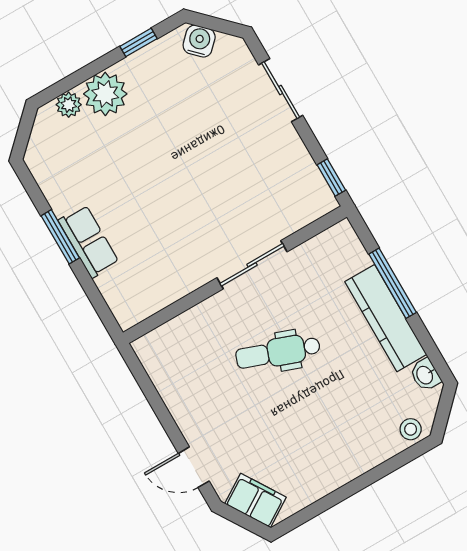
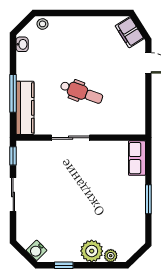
sliding door: (281, 90) -> (13, 194), moved
row of seats: (89, 241) -> (137, 158), moved
kitchen counter: (386, 318) -> (25, 108), moved

